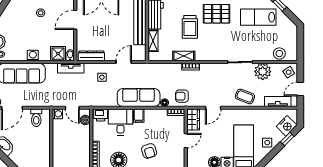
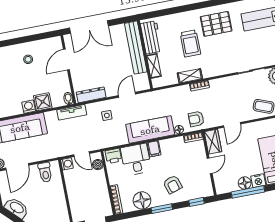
shower: (58, 54) -> (43, 102), moved

